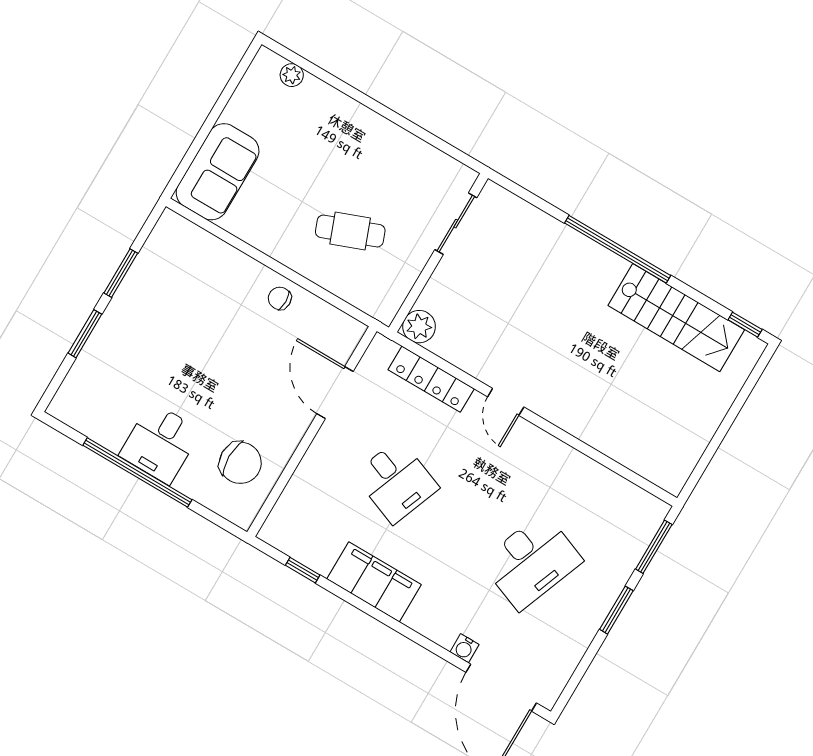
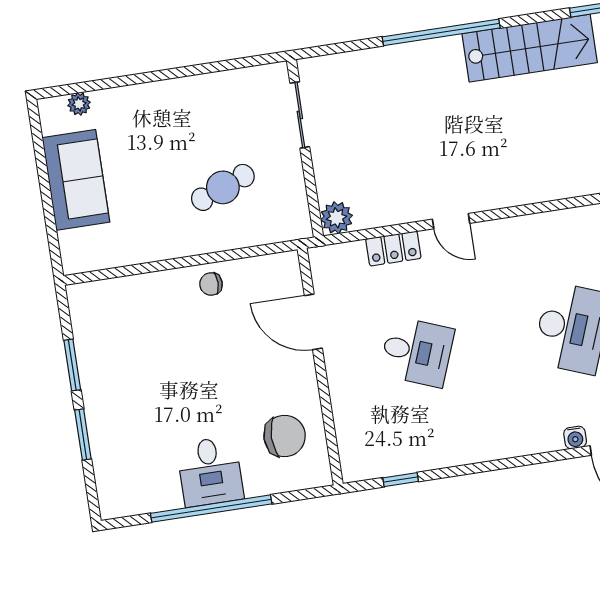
sofa: (218, 172) -> (76, 180), moved
locker: (431, 379) -> (393, 249), width x0.66
filing cabinet: (374, 582) -> (463, 443), removed

